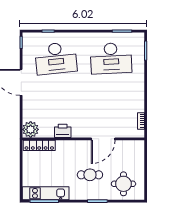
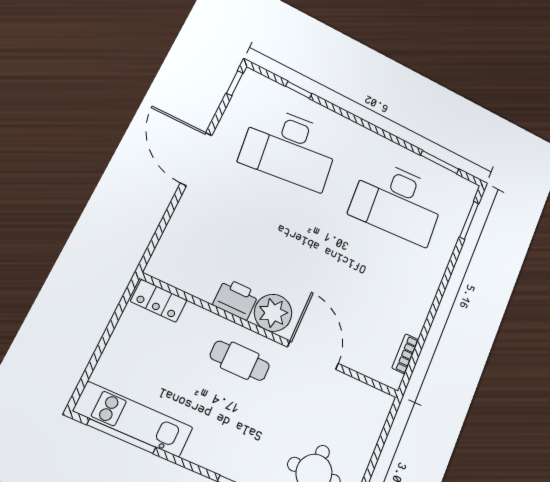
plant: (31, 129) -> (273, 313), moved
door: (103, 139) -> (313, 355), swing flipped
locker: (39, 145) -> (159, 301), width x0.66
cafe table: (90, 175) -> (240, 361), moved

